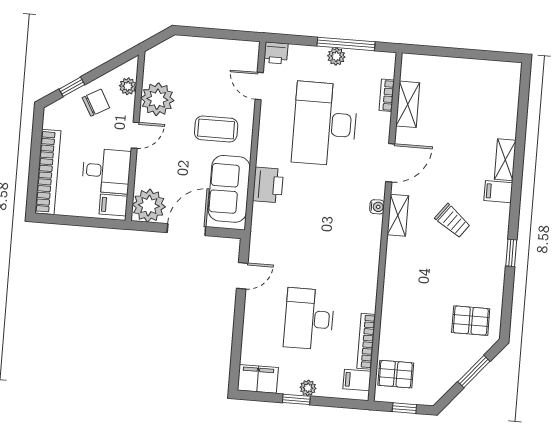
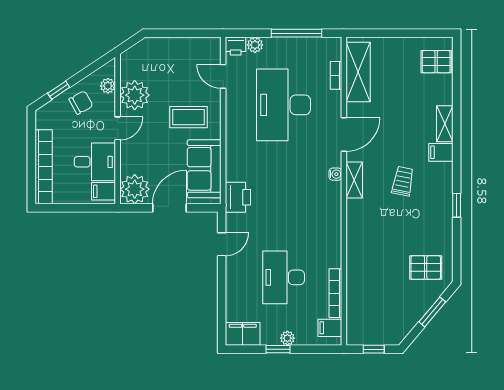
plant: (336, 56) -> (255, 45), moved
shelving: (408, 104) -> (358, 72), width x1.50, depth x1.33
printer: (268, 185) -> (238, 197), moved
trolley: (453, 221) -> (403, 181), turned -116
pallet: (396, 374) -> (436, 62), moved

